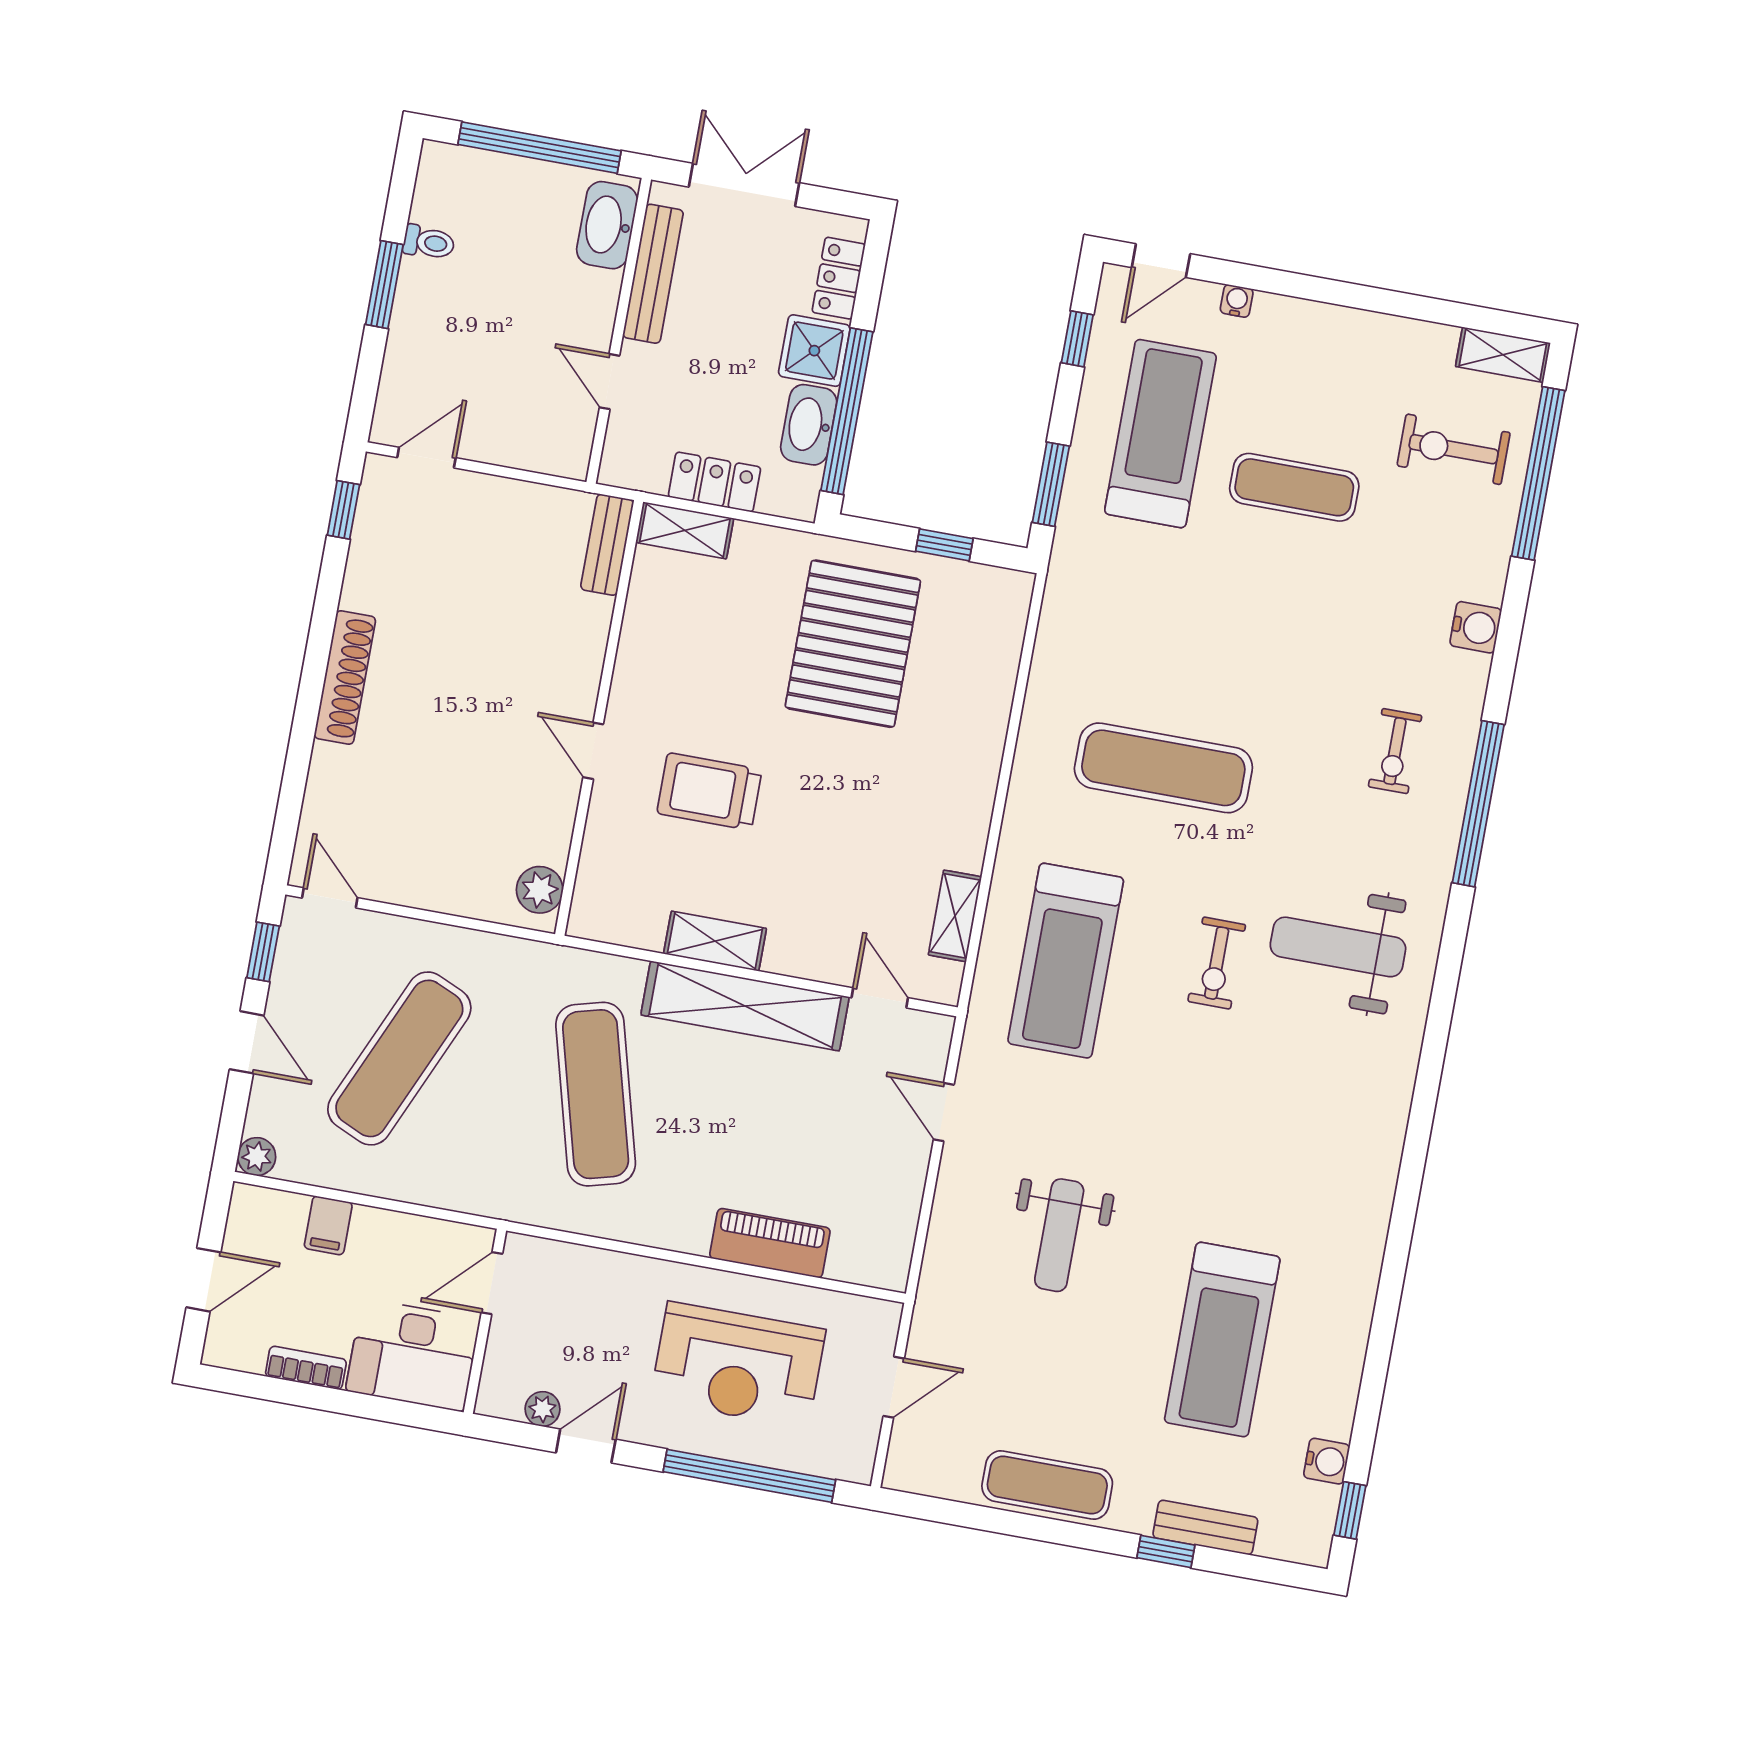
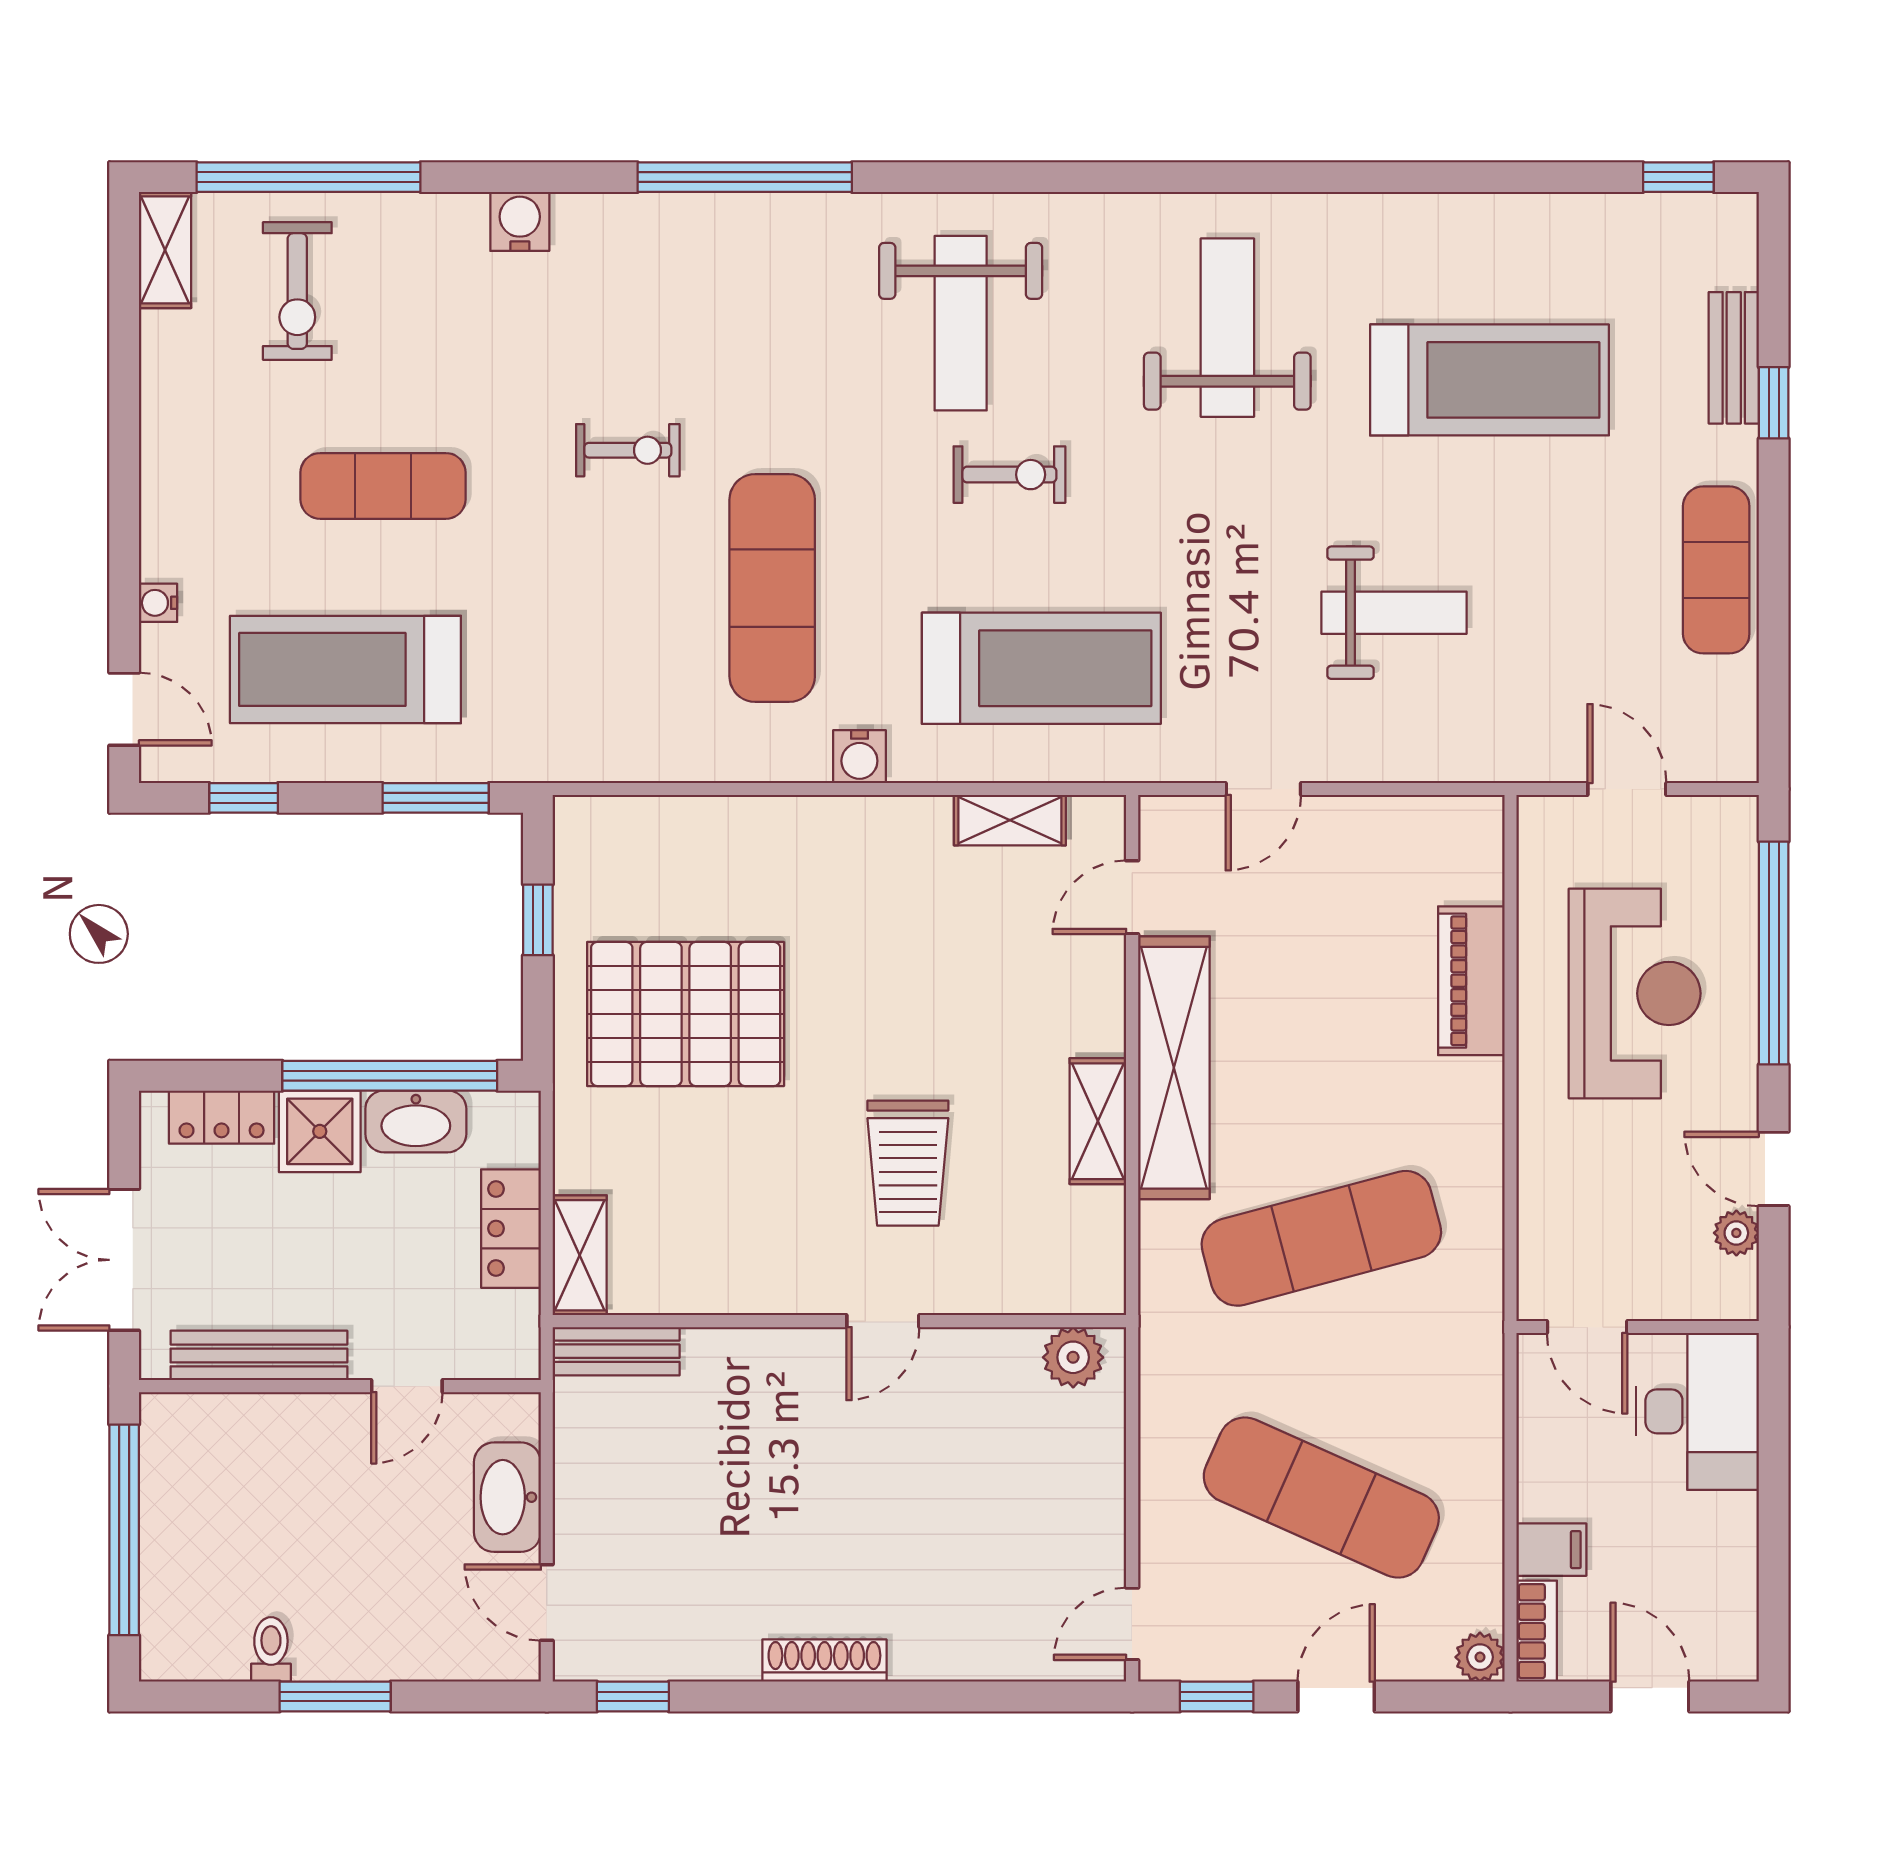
washbasin: (607, 225) -> (507, 1497), moved, turned 90
exercise mat: (1294, 487) -> (383, 486), turned 90
shoe rack: (345, 677) -> (824, 1661), width x0.74, depth x0.81
exercise bike: (1395, 751) -> (628, 450), moved
weight bench: (1298, 1148) -> (1227, 328), added
bookcase: (306, 1368) -> (1537, 1631), moved, turned 180
water cooler: (1327, 1461) -> (859, 757), moved, turned 180

